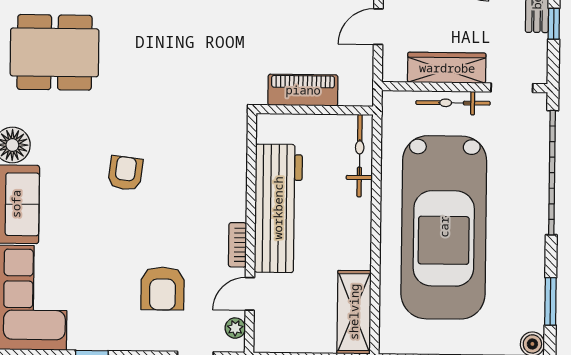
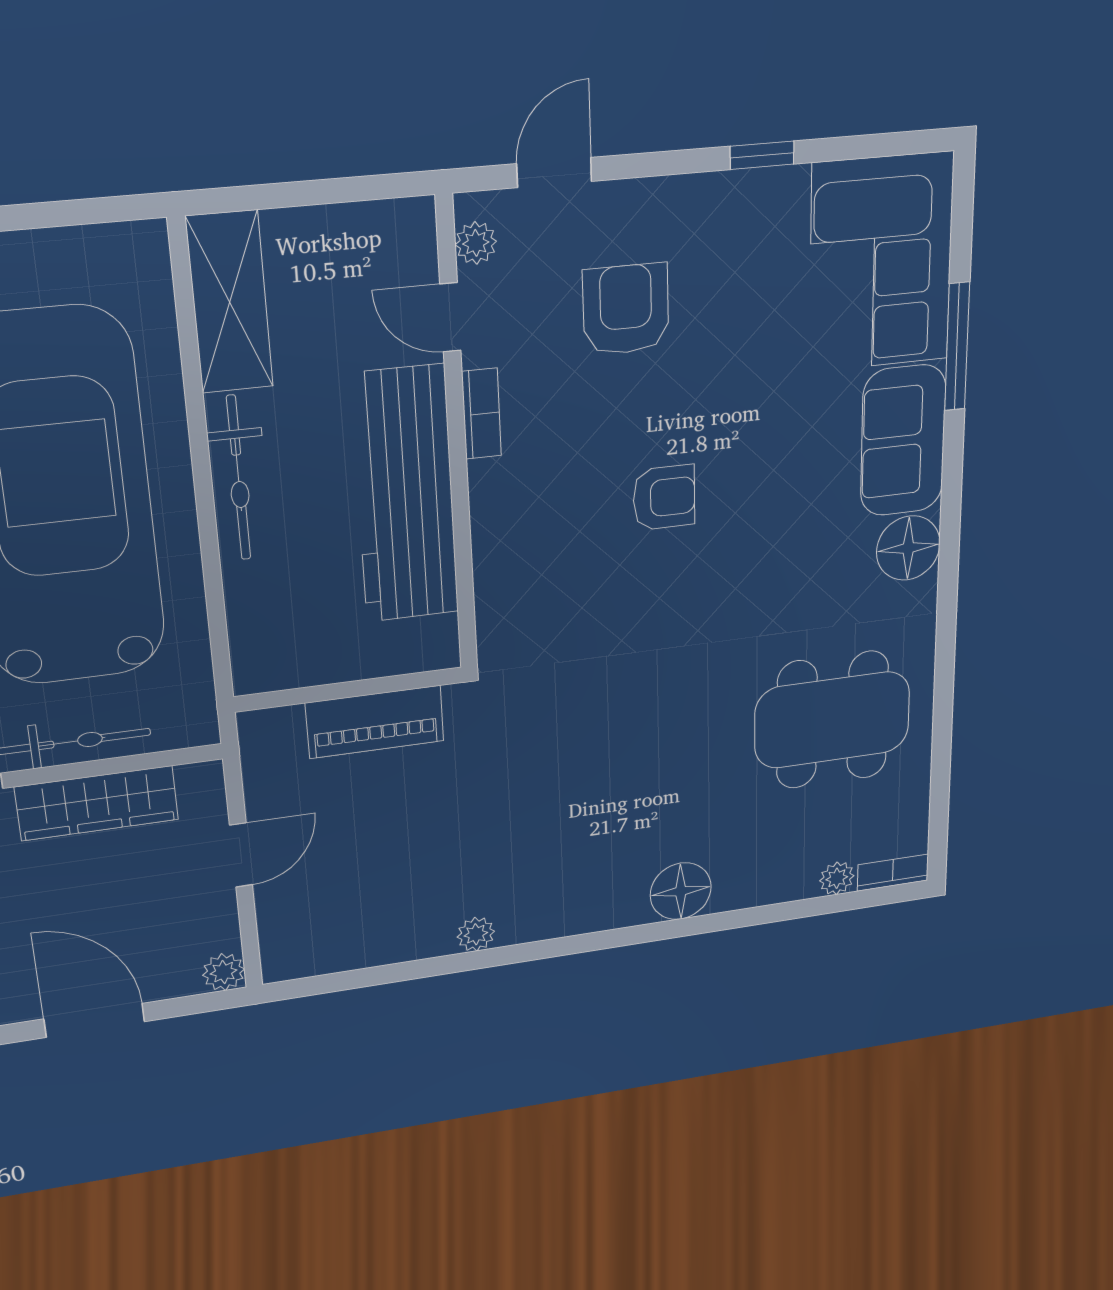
bicycle: (360, 156) -> (239, 478), moved
armchair: (125, 173) -> (664, 497), moved, turned -97
door: (250, 294) -> (450, 317), swing flipped

